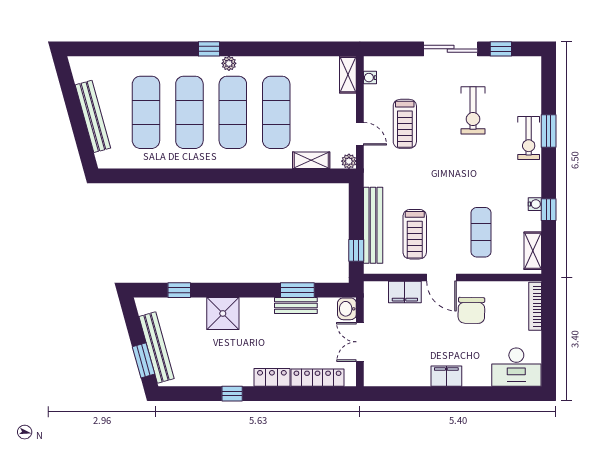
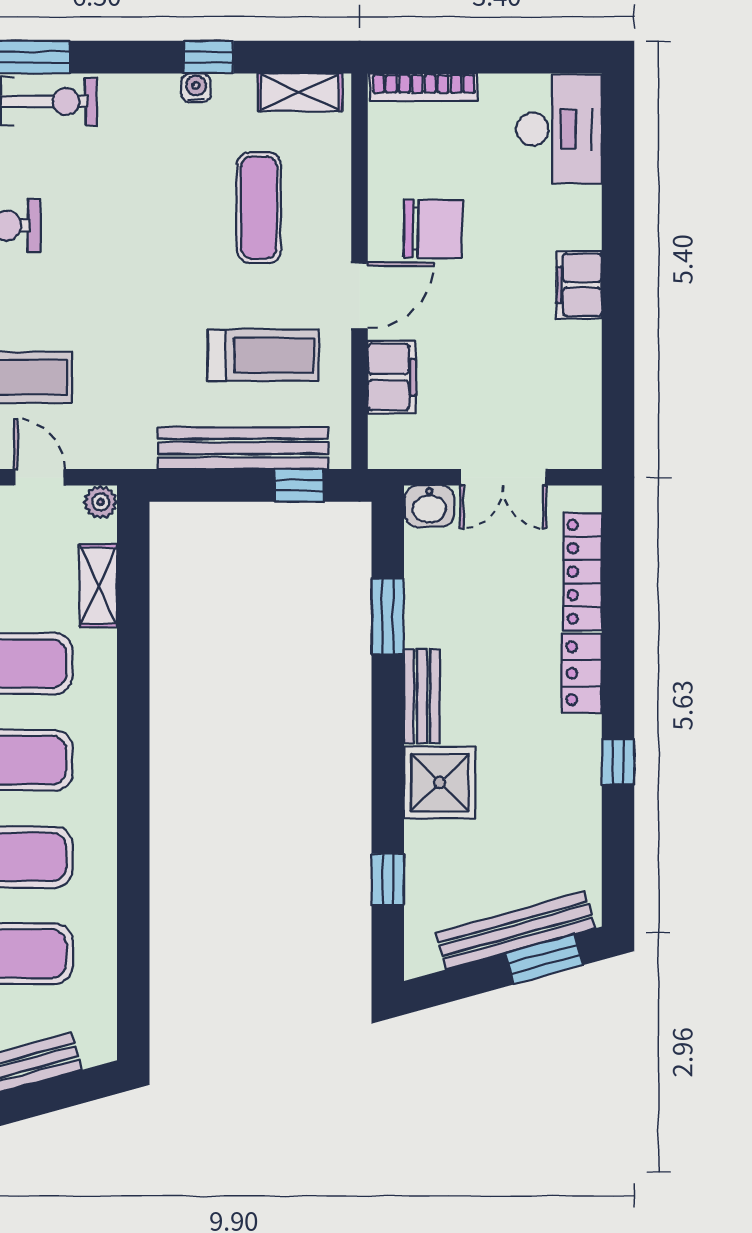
door: (360, 134) -> (39, 477), hinge flipped
exercise mat: (481, 232) -> (259, 208), turned 90
bench: (296, 306) -> (422, 696), moved

